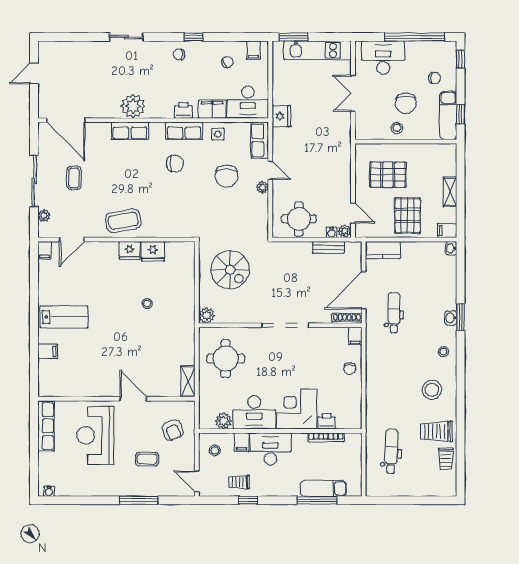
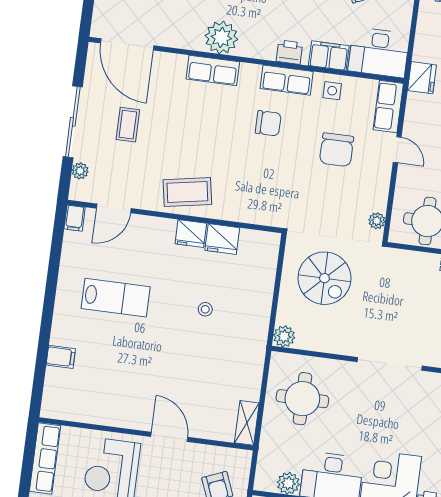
plant: (262, 187) -> (377, 221), moved
lab bench: (64, 317) -> (116, 298), moved

